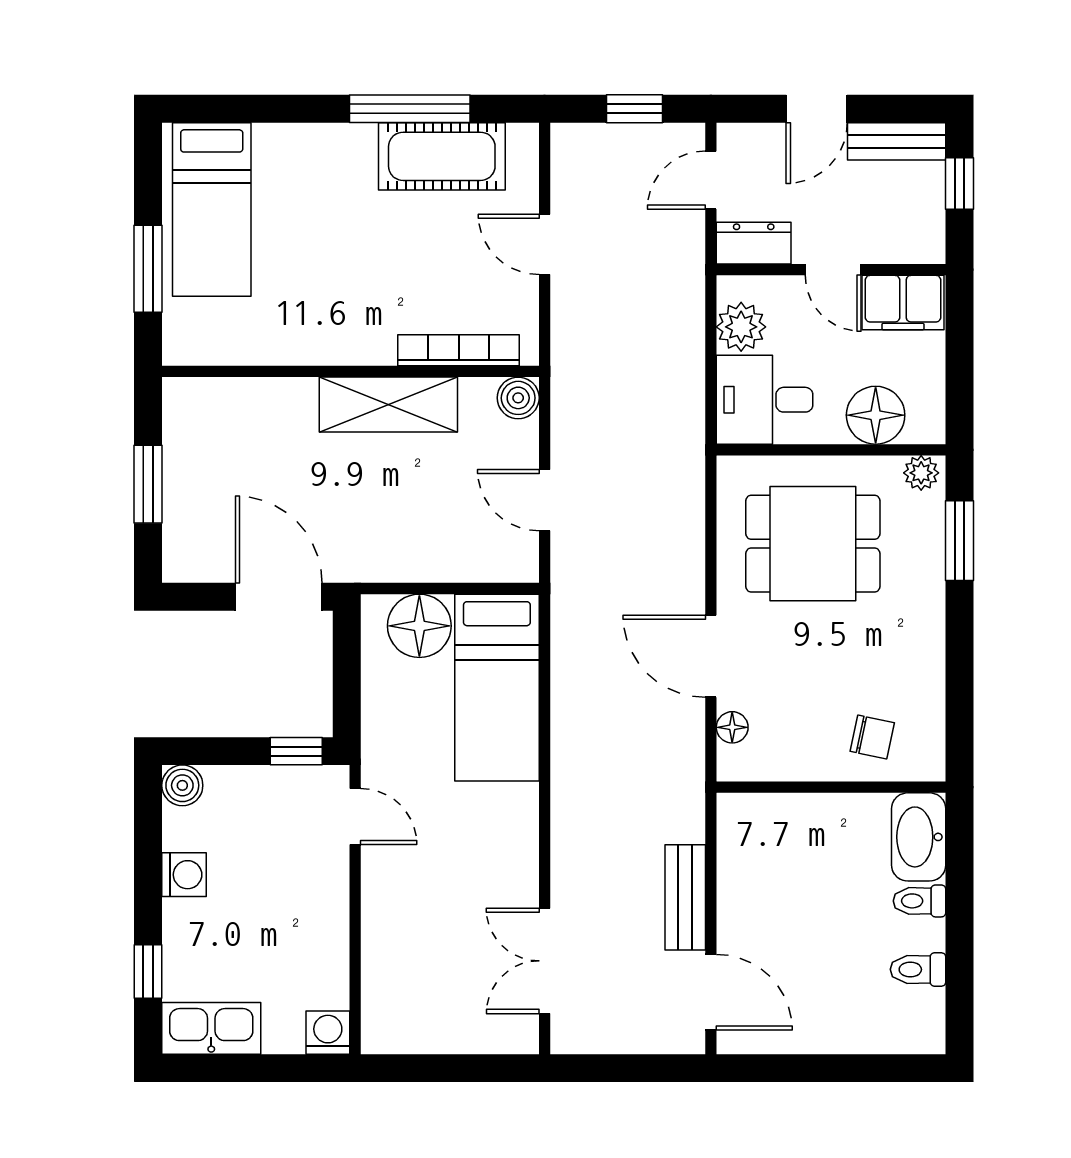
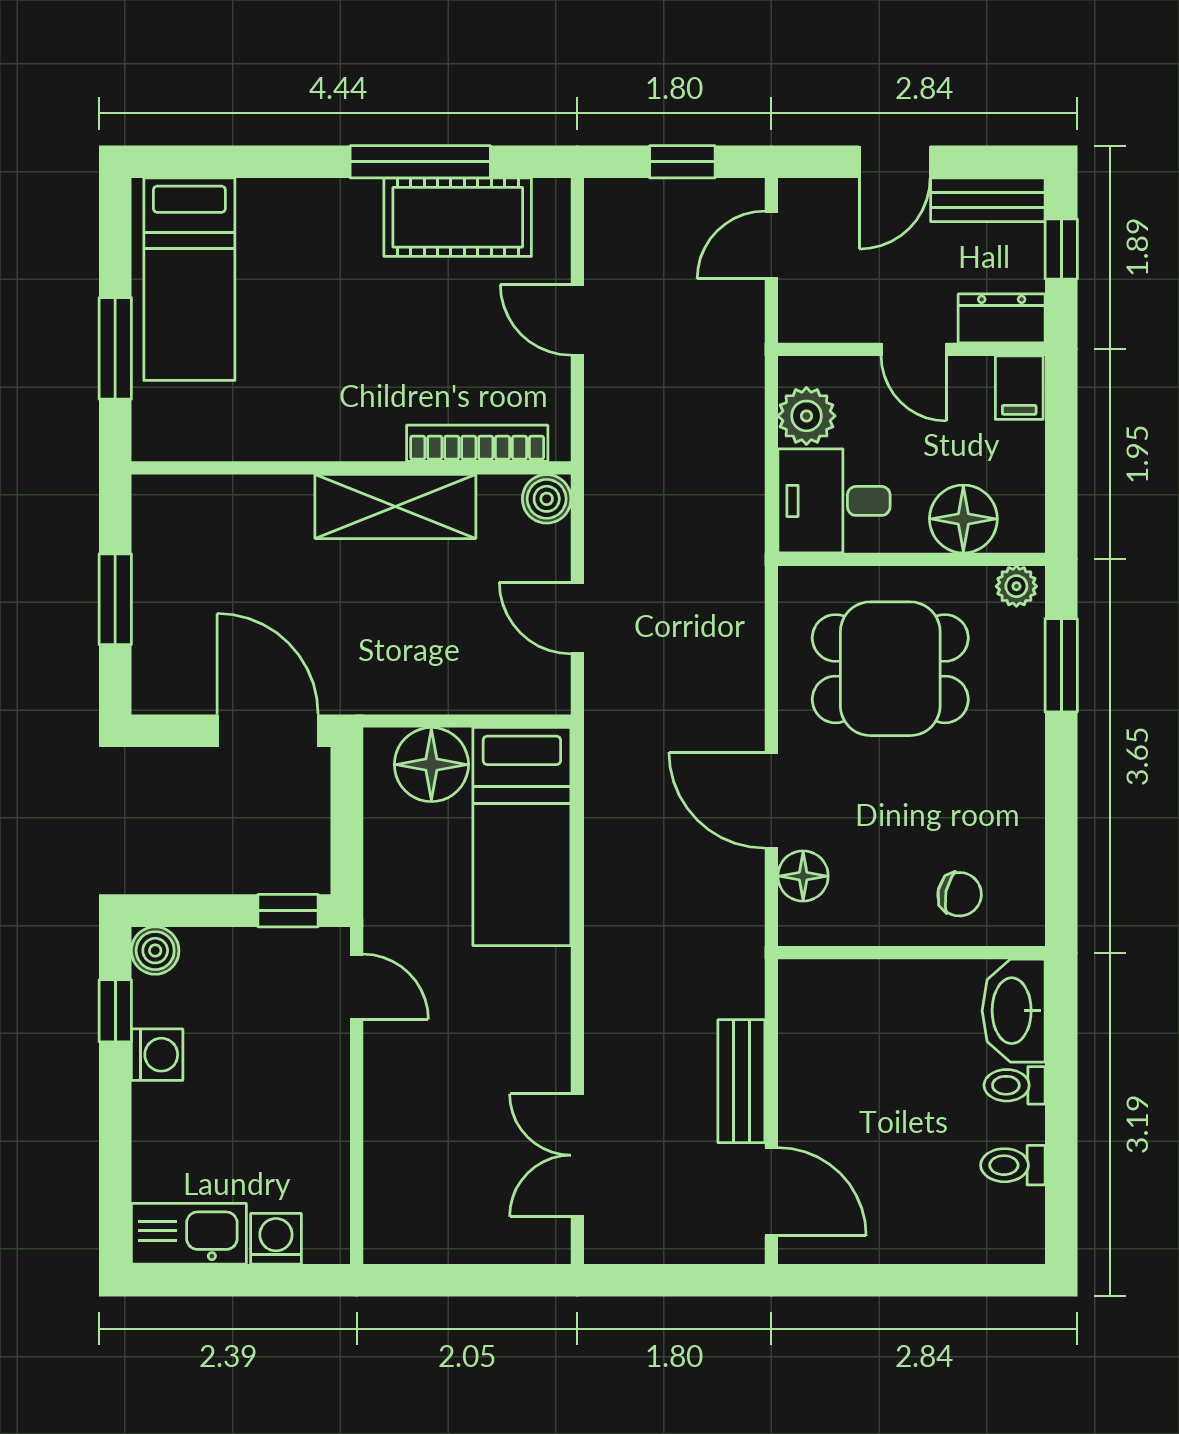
dresser: (754, 243) -> (1002, 318), moved
filing cabinet: (903, 302) -> (1019, 388), width x0.50
floor lamp: (732, 727) -> (803, 876), width x1.37, depth x1.37
window: (148, 971) -> (115, 1011), moved
washing machine: (328, 1033) -> (276, 1239), moved

